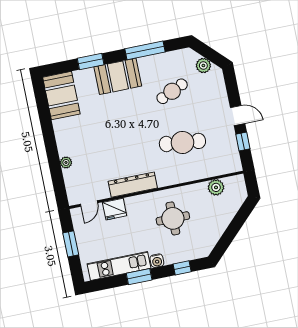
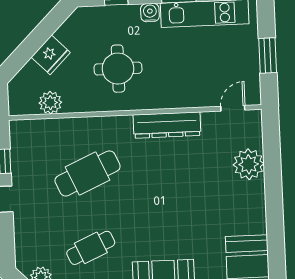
cafe table: (182, 142) -> (88, 173), turned -30
plant: (66, 162) -> (249, 164), width x1.88, depth x1.88
fridge: (115, 209) -> (51, 55), moved, turned 135

